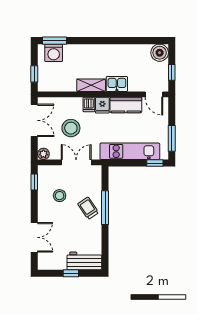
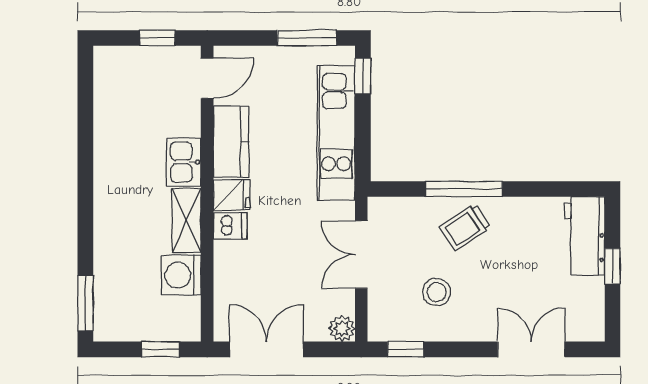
washing machine: (54, 53) -> (181, 275), moved, turned 180
boiler: (160, 53) -> (113, 65), removed
stool: (71, 128) -> (284, 266), removed

